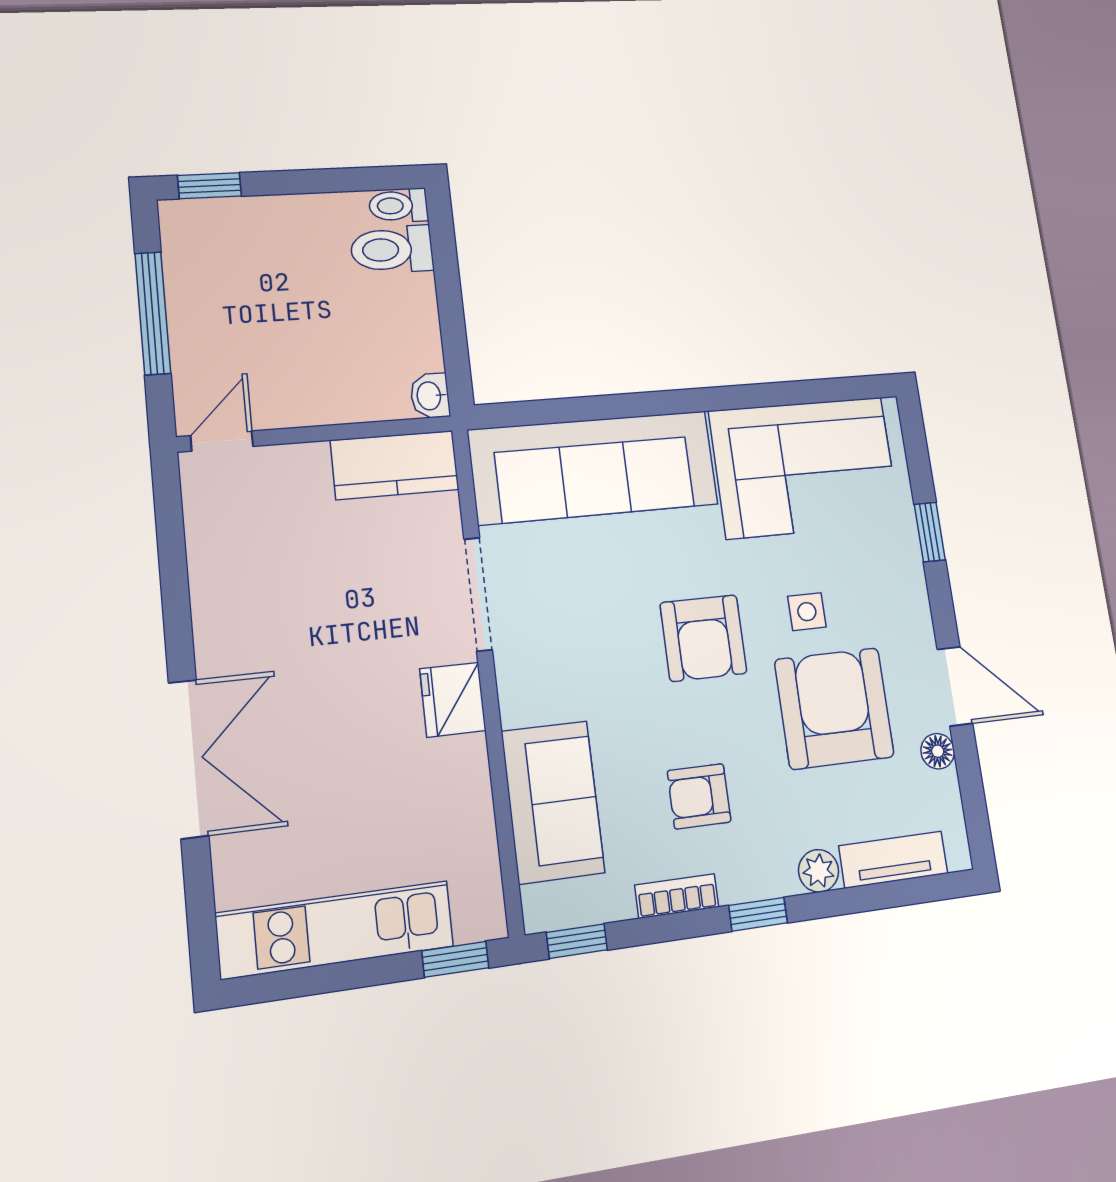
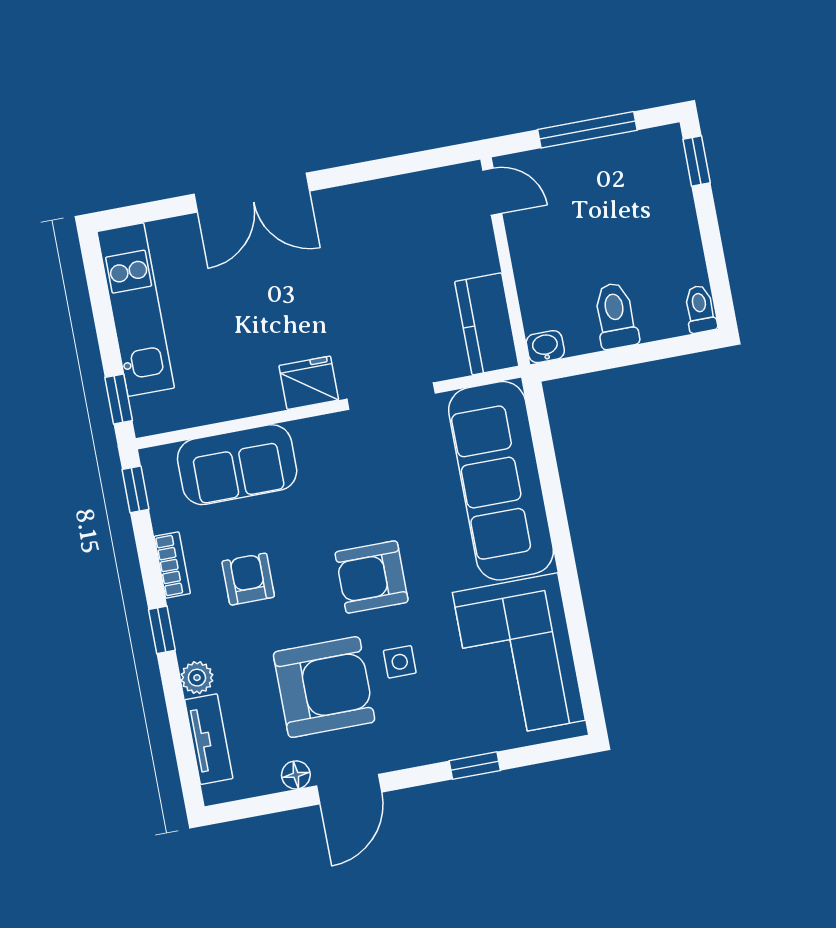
toilet: (392, 249) -> (616, 316), moved

